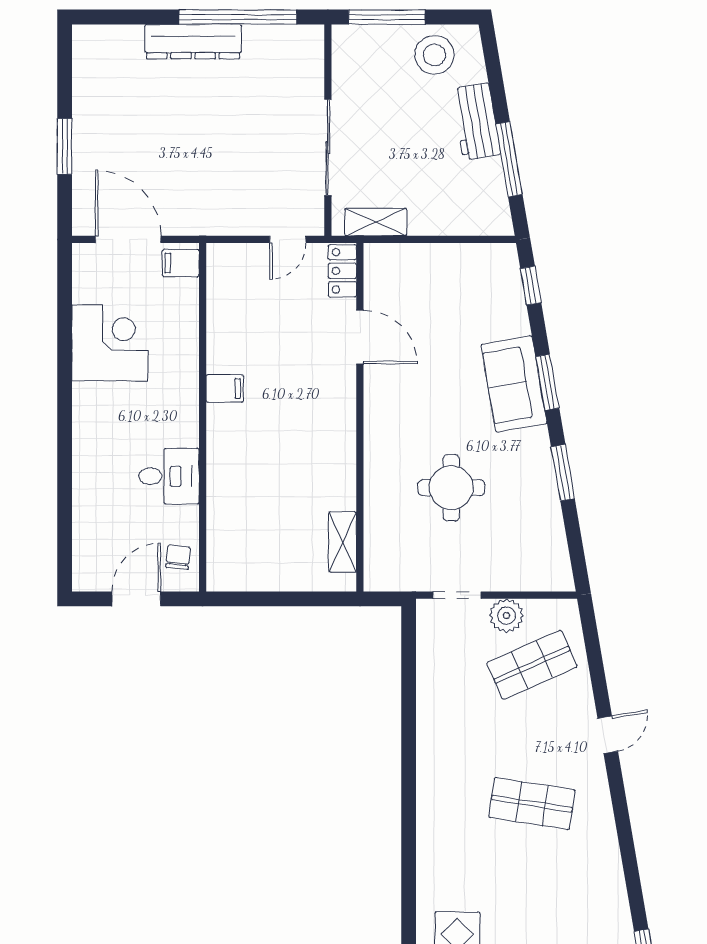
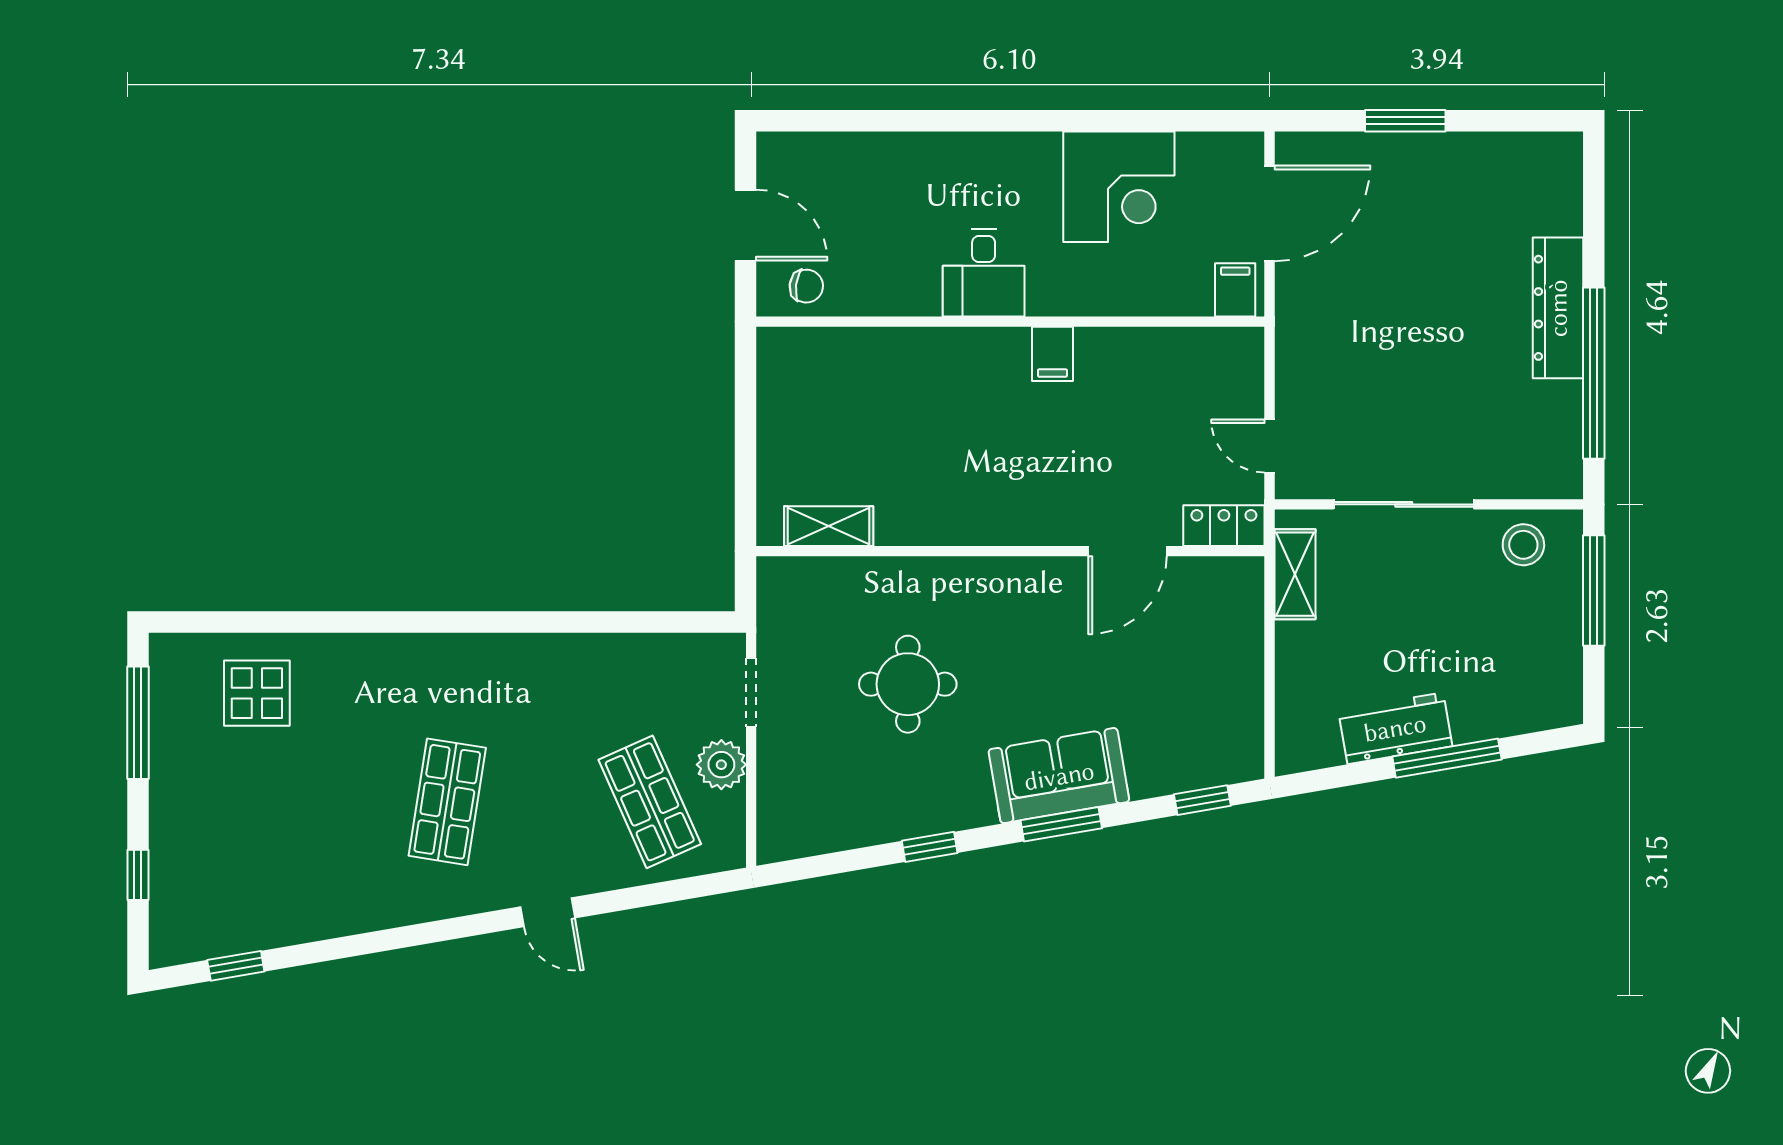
stool: (434, 55) -> (1523, 545), moved, width x0.73, depth x0.73
workbench: (476, 122) -> (1395, 728), moved
window: (509, 159) -> (1447, 758), moved
window: (563, 473) -> (930, 847), width x0.67
desk: (169, 476) -> (984, 273), moved

